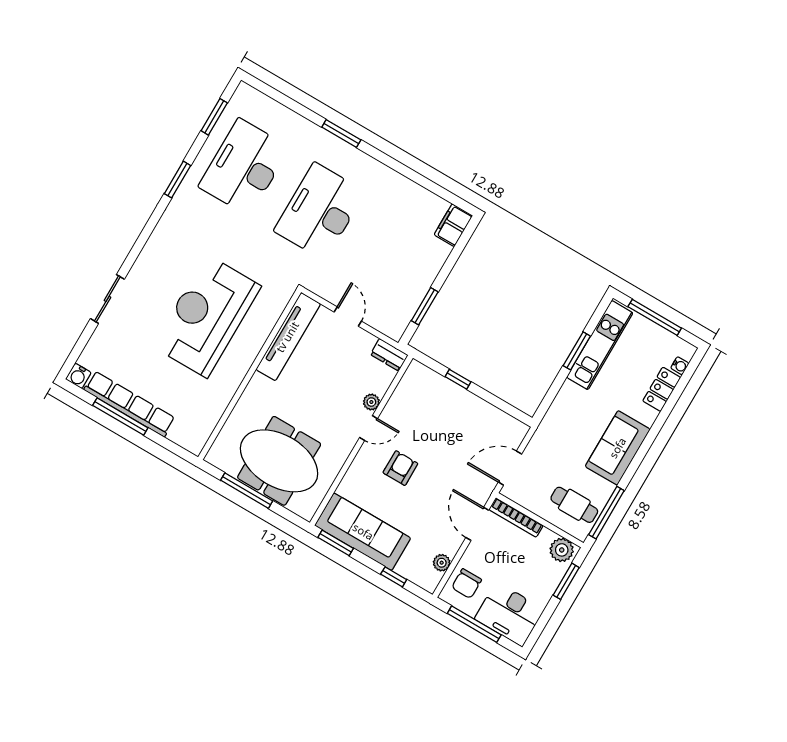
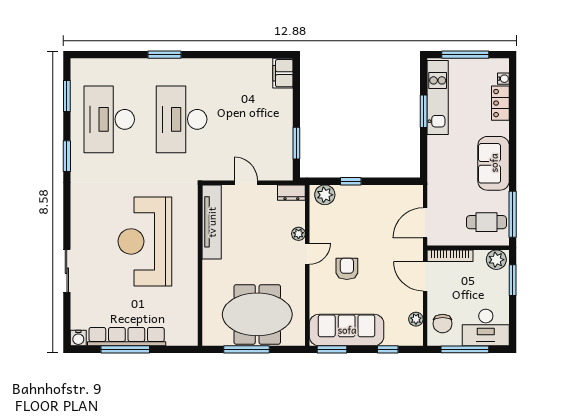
plant: (423, 377) -> (325, 195), added

